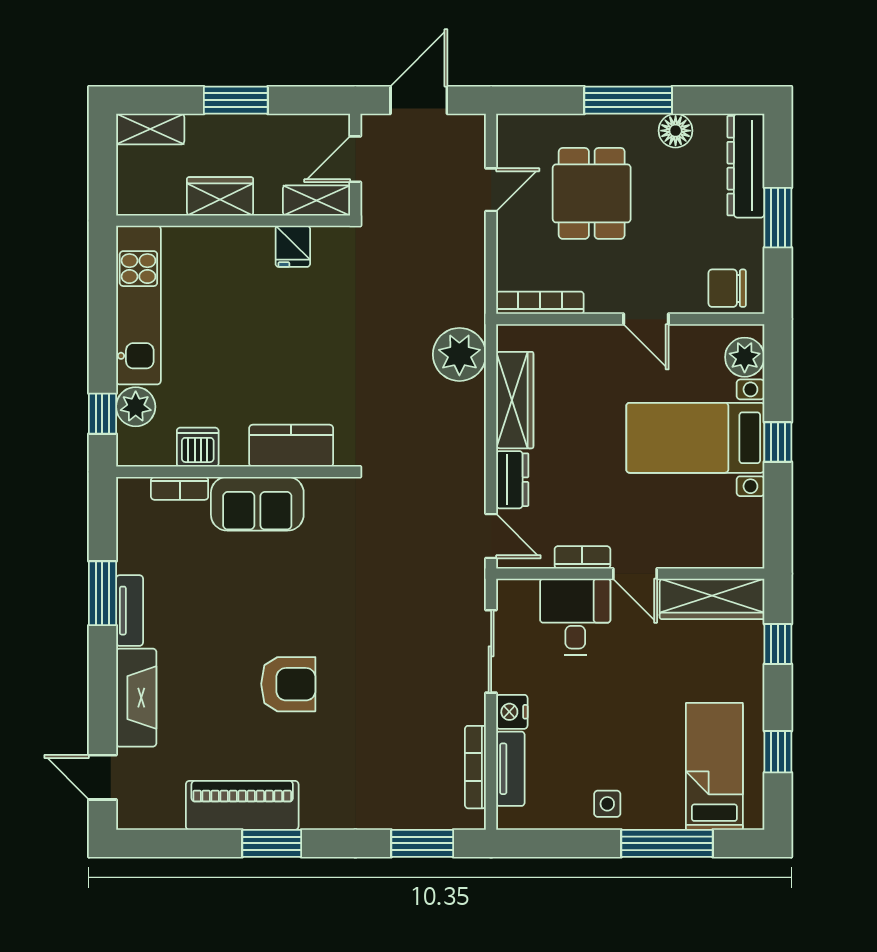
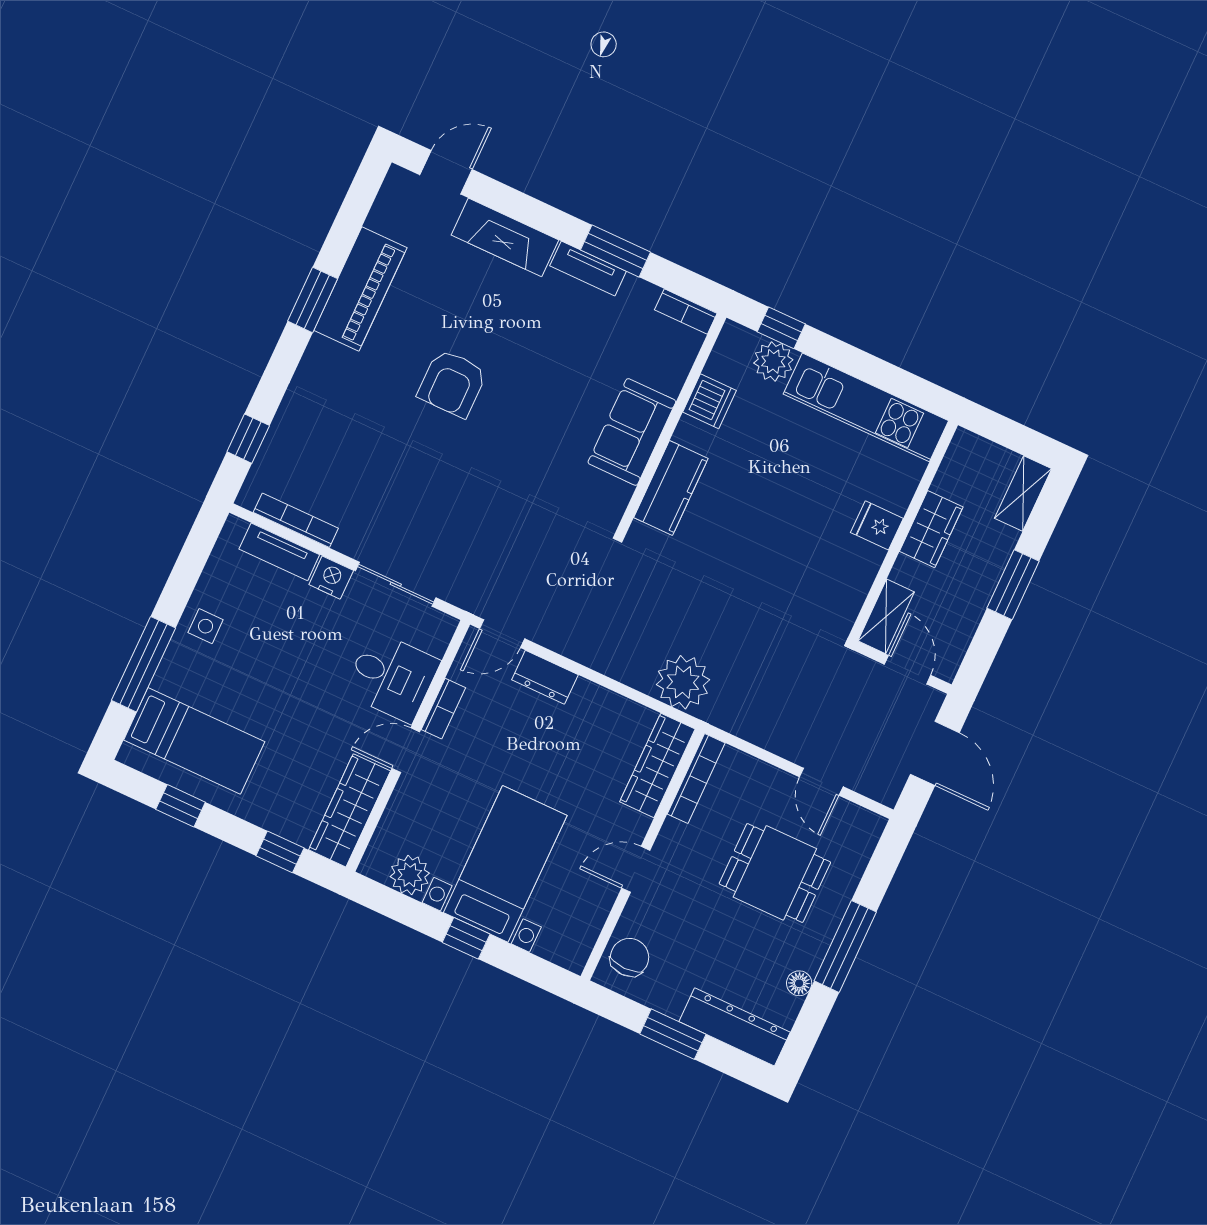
floor lamp: (676, 131) -> (799, 983), width x0.73, depth x0.73
fridge: (293, 246) -> (877, 525), moved
plant: (745, 357) -> (410, 875), moved
wardrobe: (515, 400) -> (657, 765), moved, turned 90
bookcase: (180, 488) -> (686, 312), moved, turned -90
window: (422, 843) -> (248, 439), width x0.67

